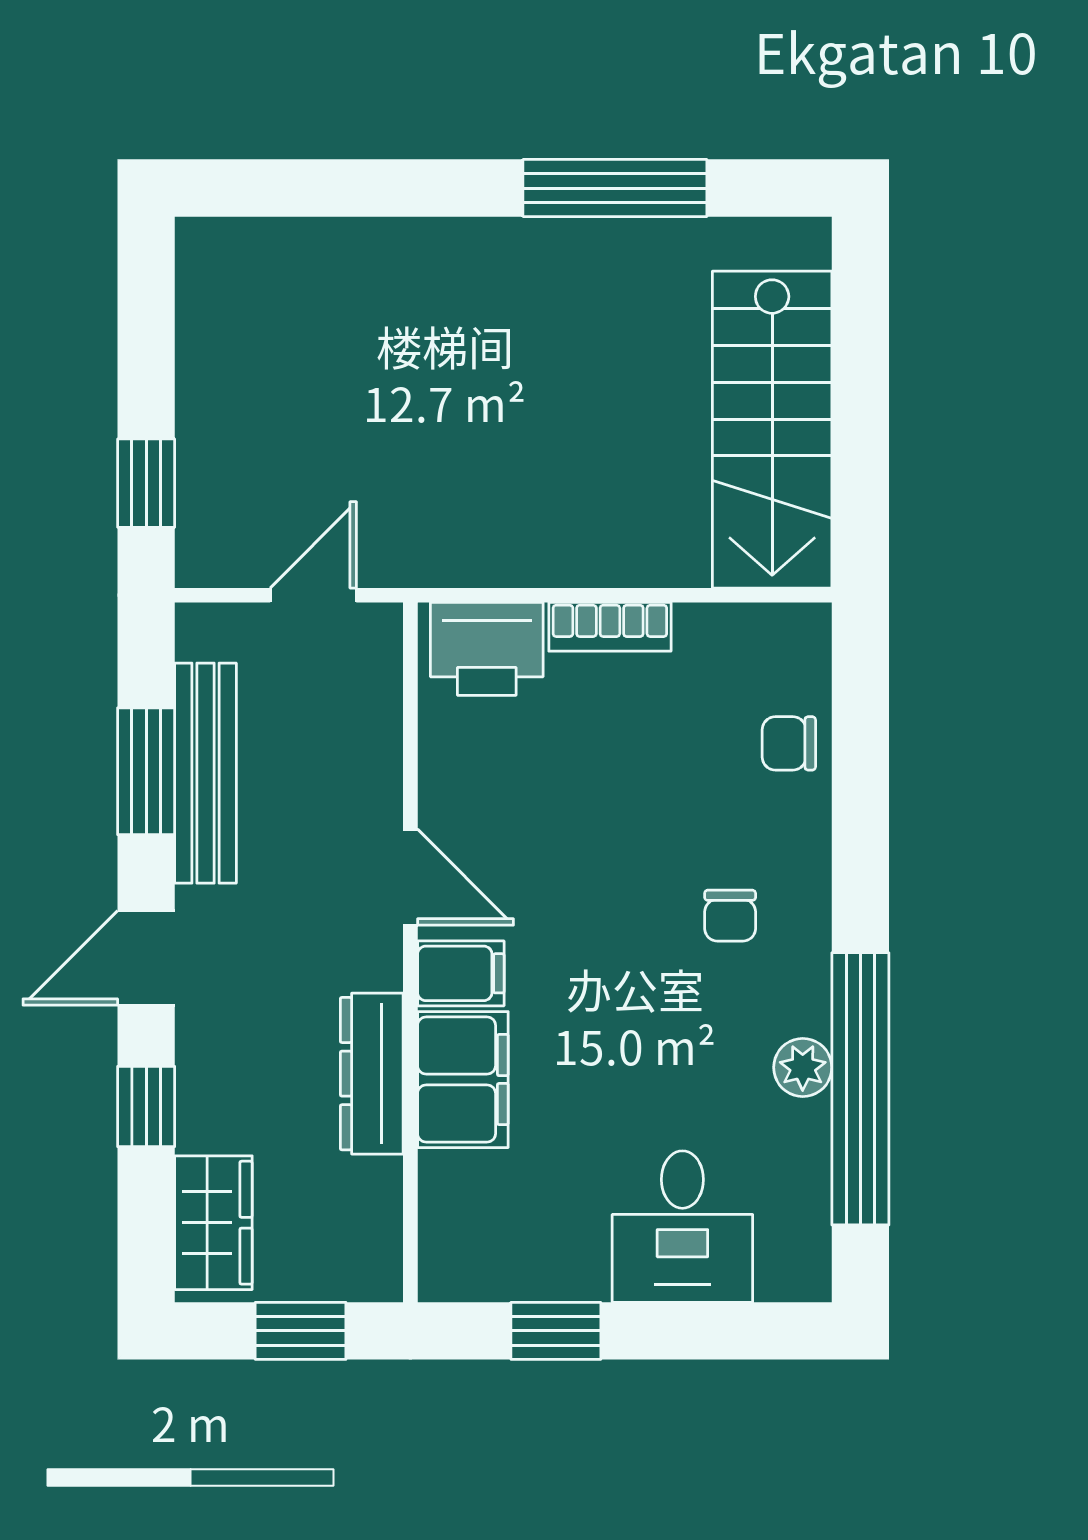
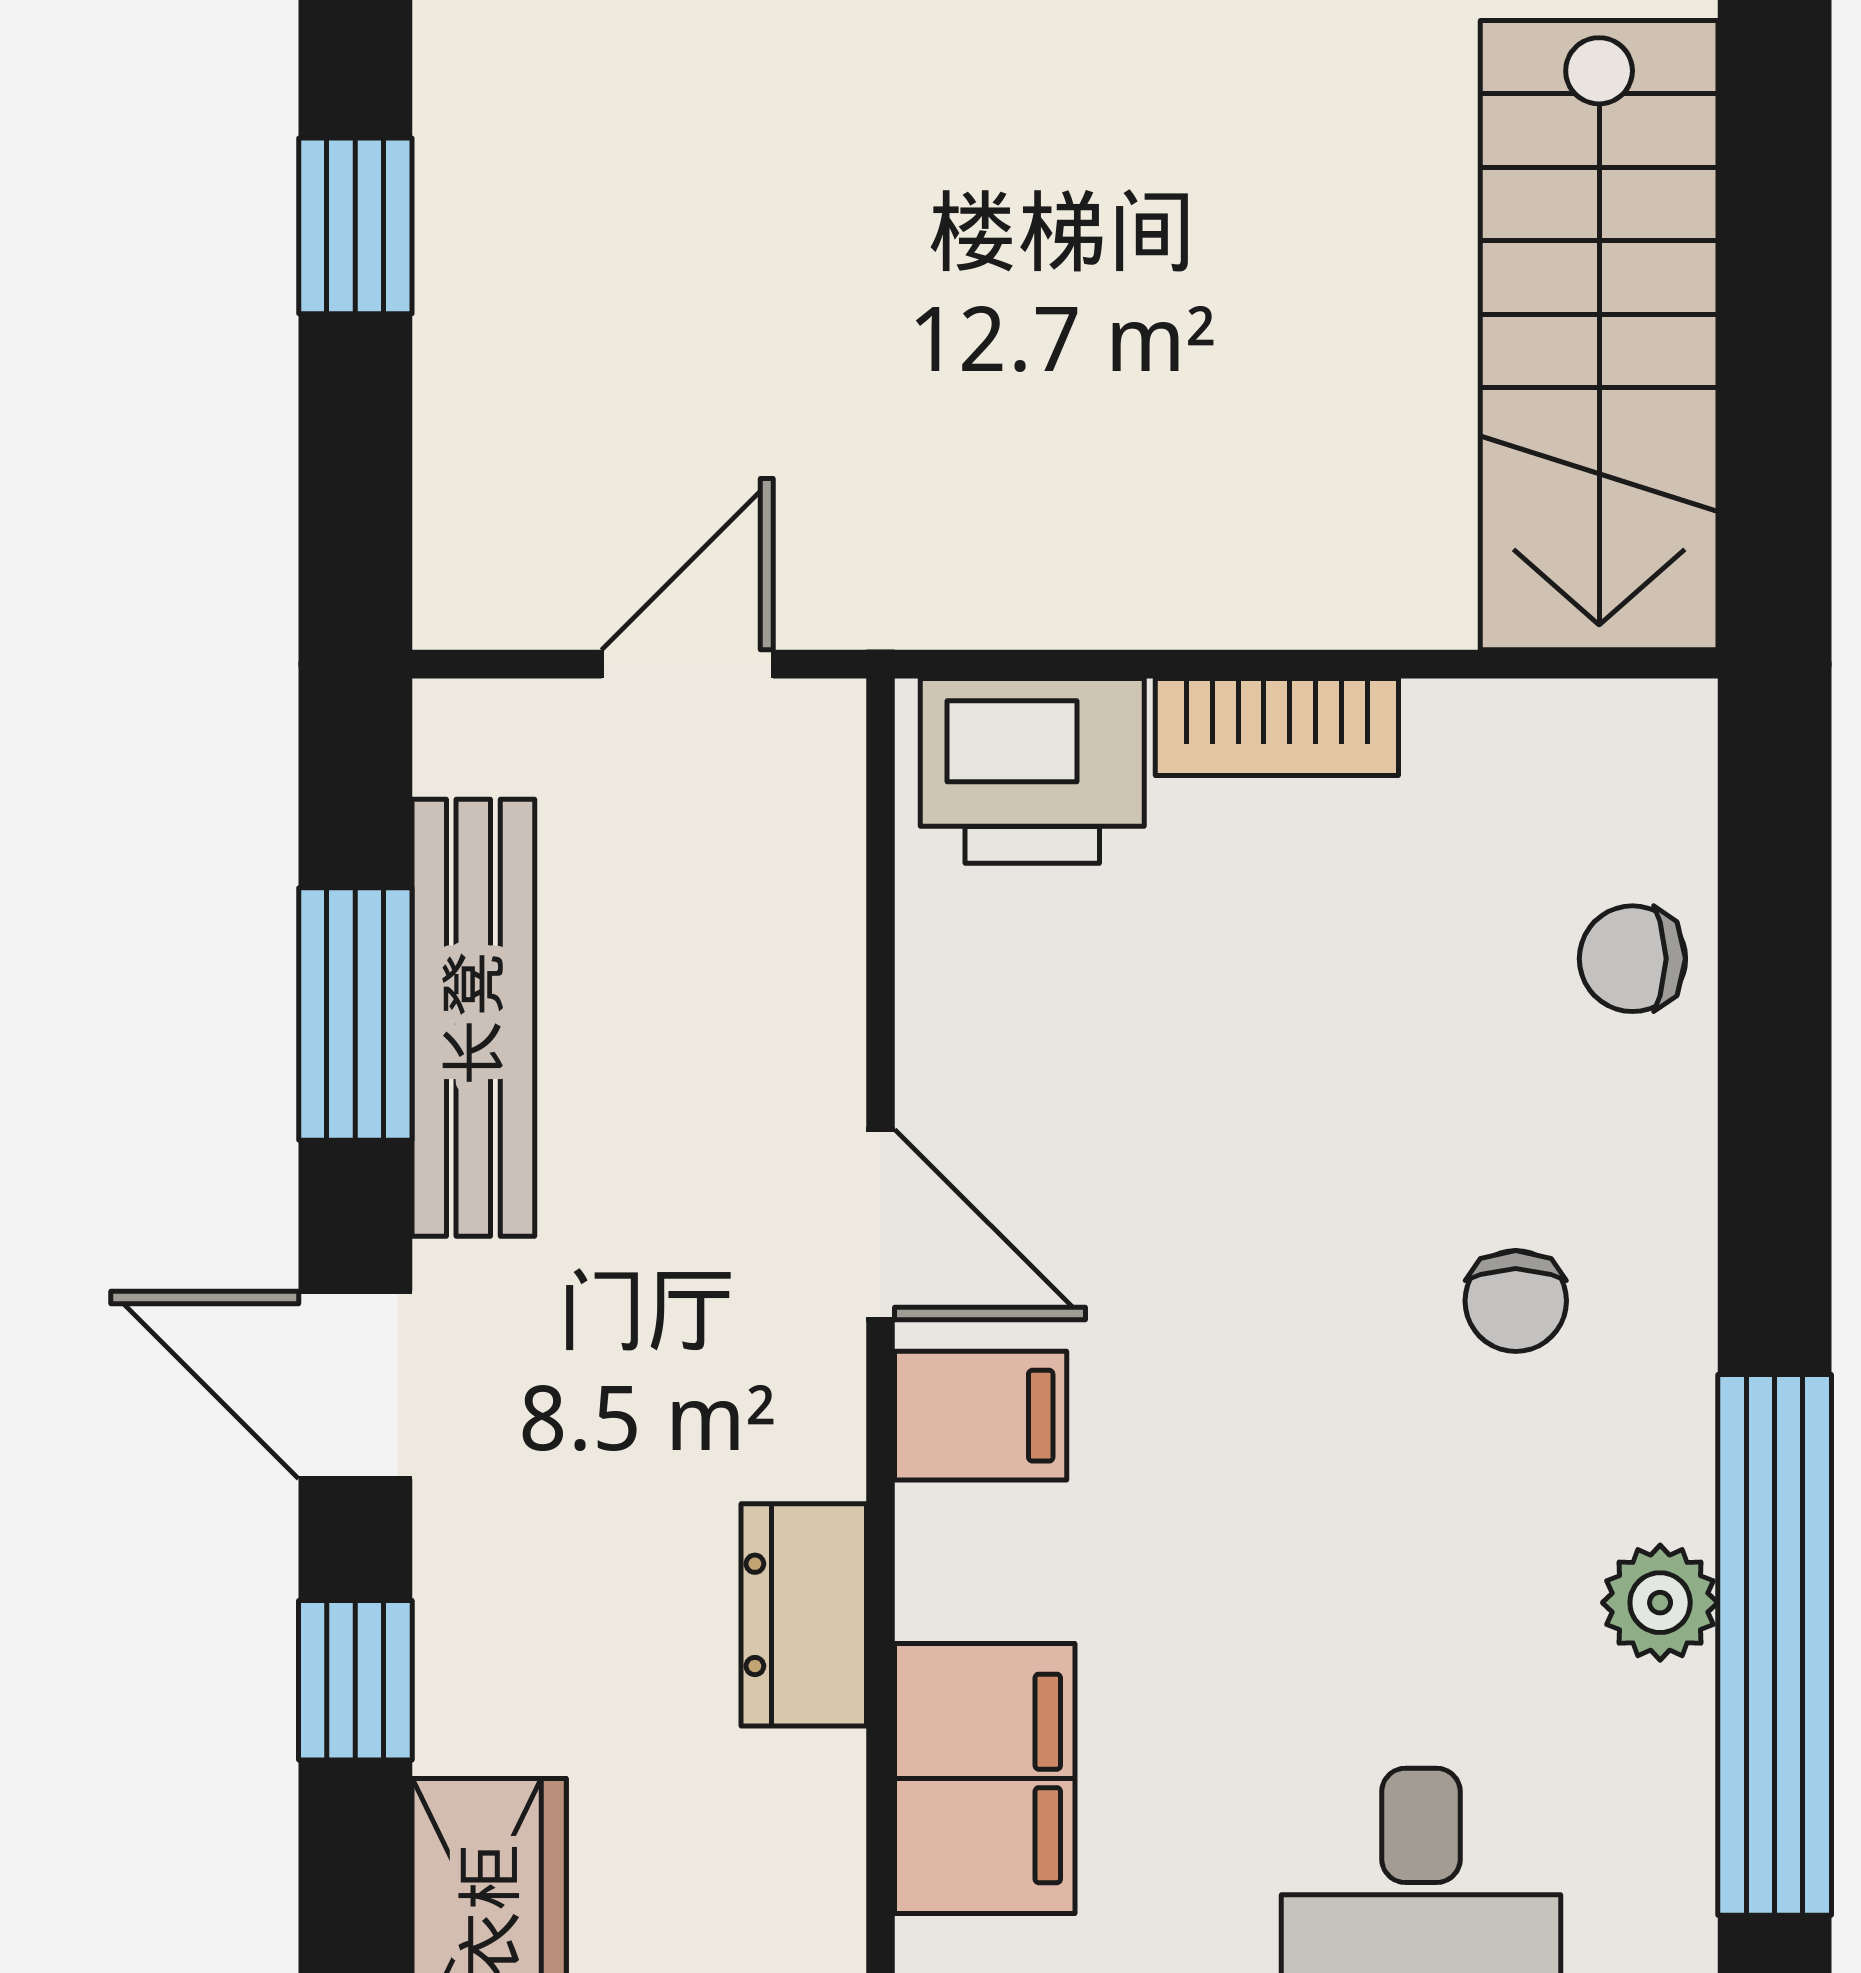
window: (146, 483) -> (355, 226), moved
door: (146, 958) -> (355, 1385), hinge flipped
dresser: (372, 1074) -> (804, 1615), width x0.70
filing cabinet: (463, 1080) -> (985, 1778), moved

